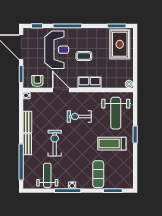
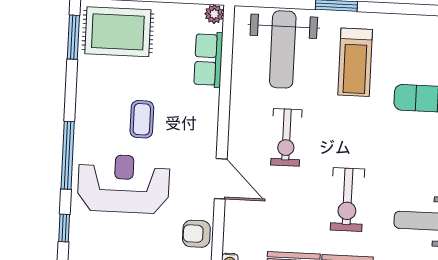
row of seats: (90, 82) -> (208, 60), moved
door: (61, 90) -> (221, 179), swing flipped
weight bench: (116, 113) -> (283, 49), turned 90
exercise bike: (55, 143) -> (347, 200), turned -90

